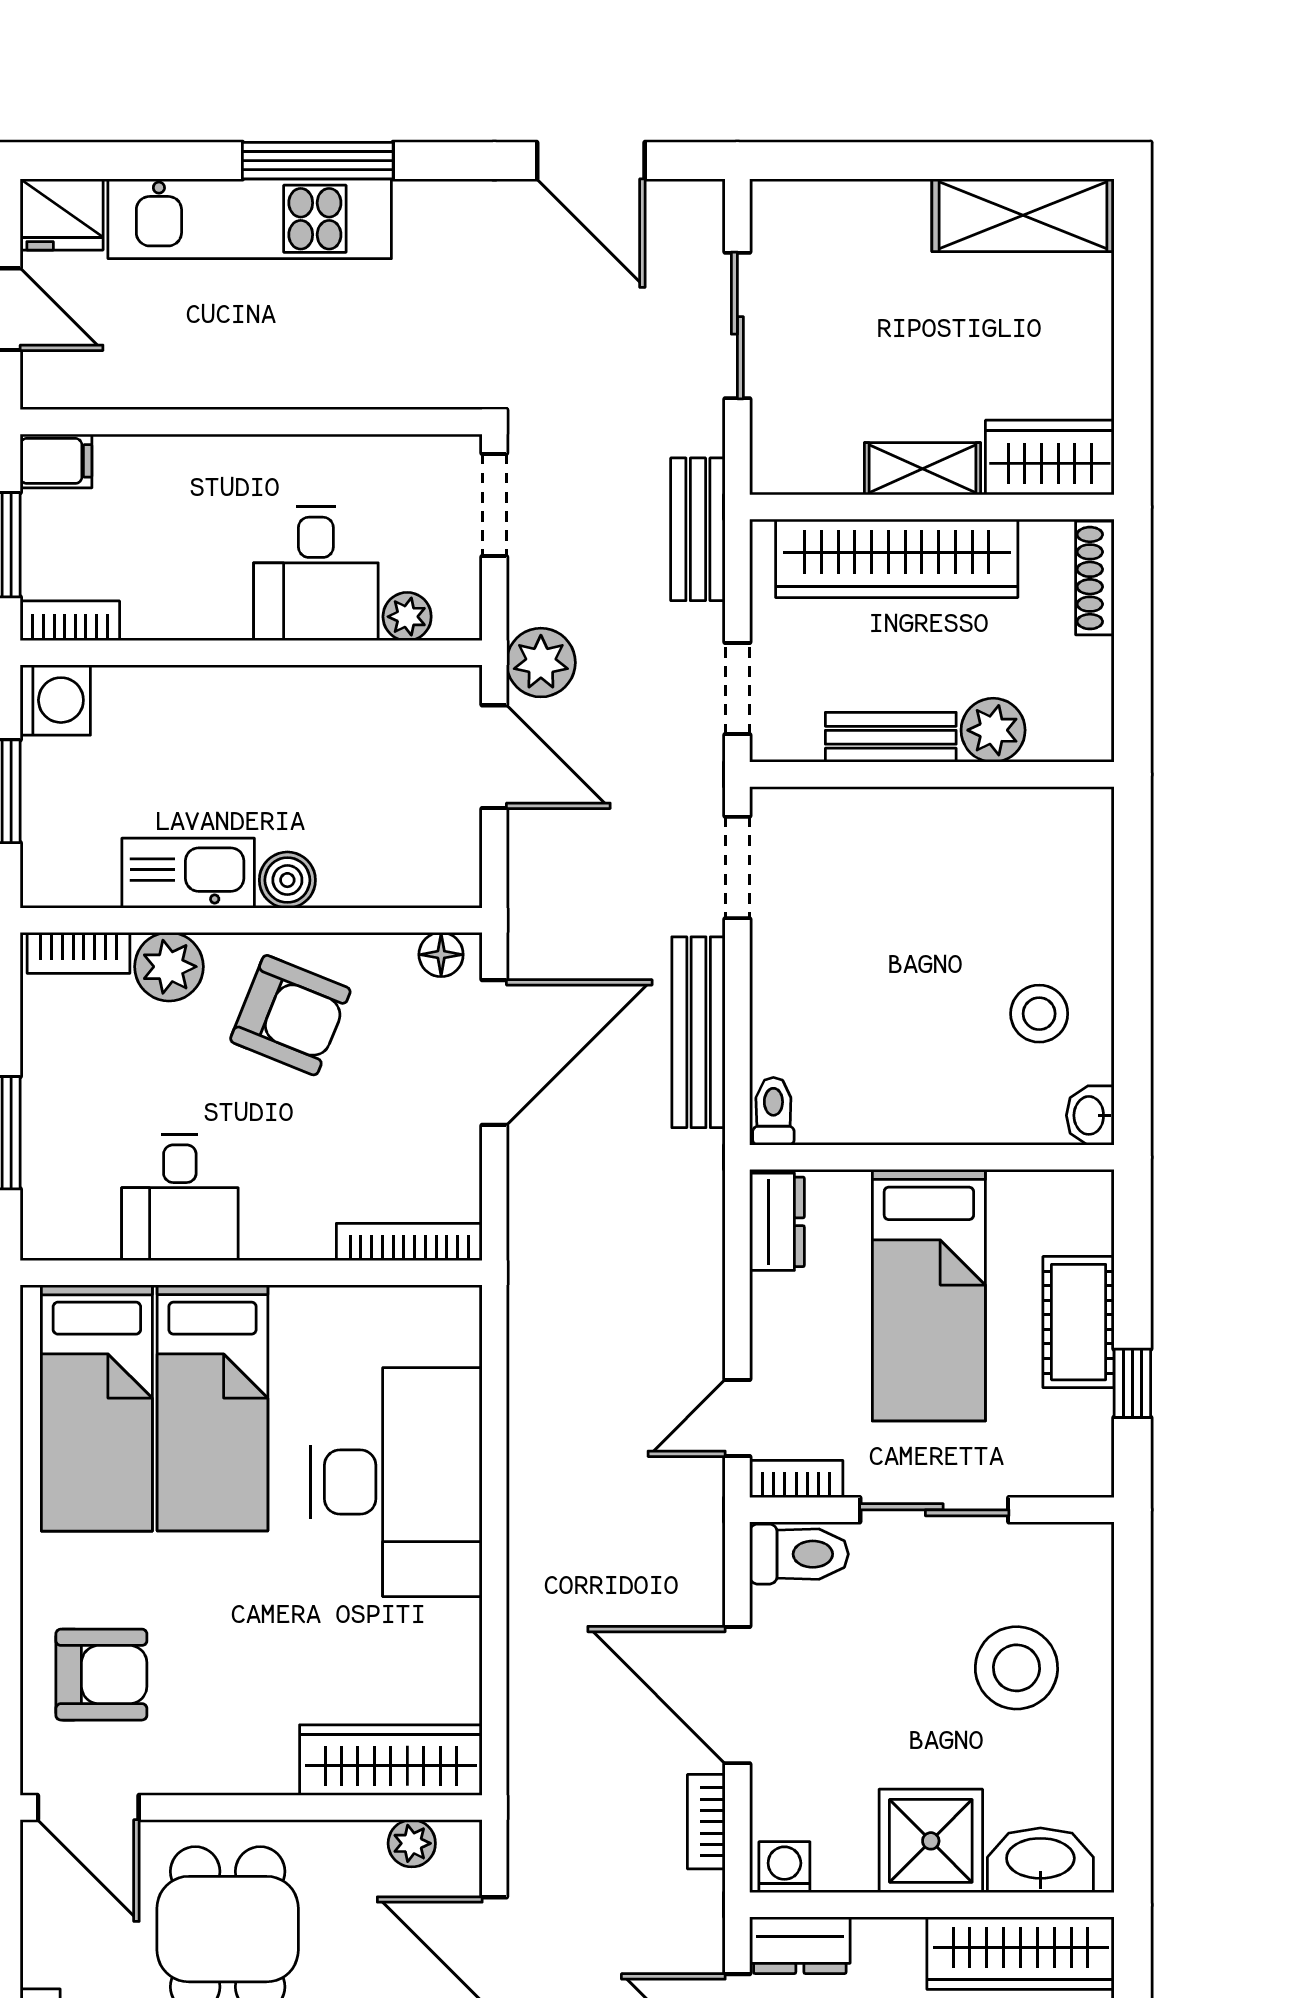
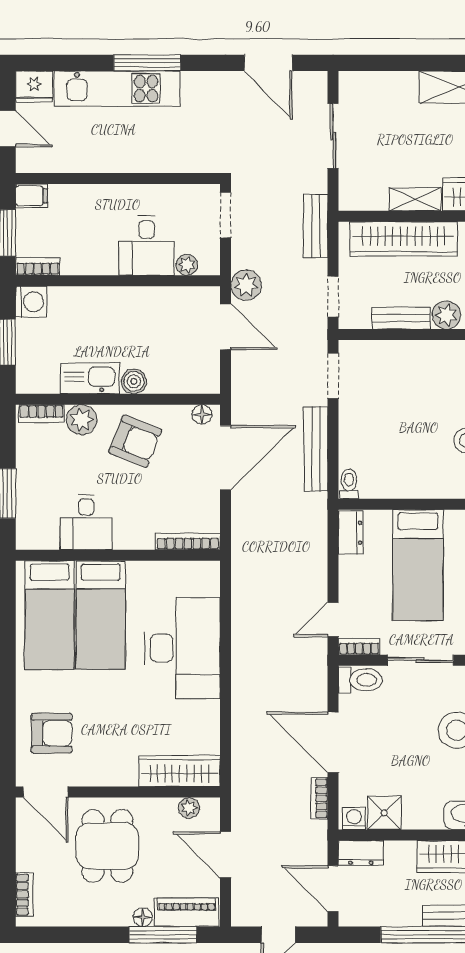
shower: (931, 1841) -> (384, 813), moved, width x0.73, depth x0.73

